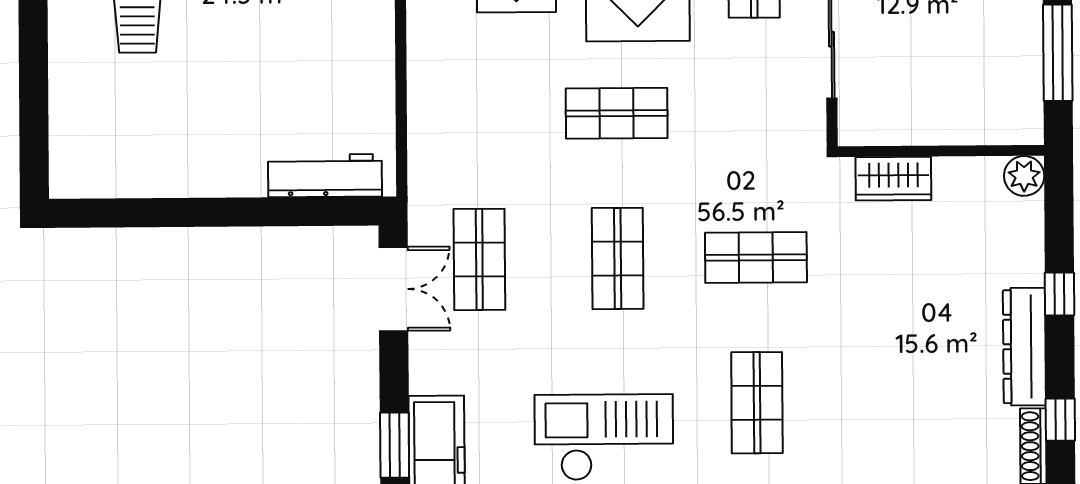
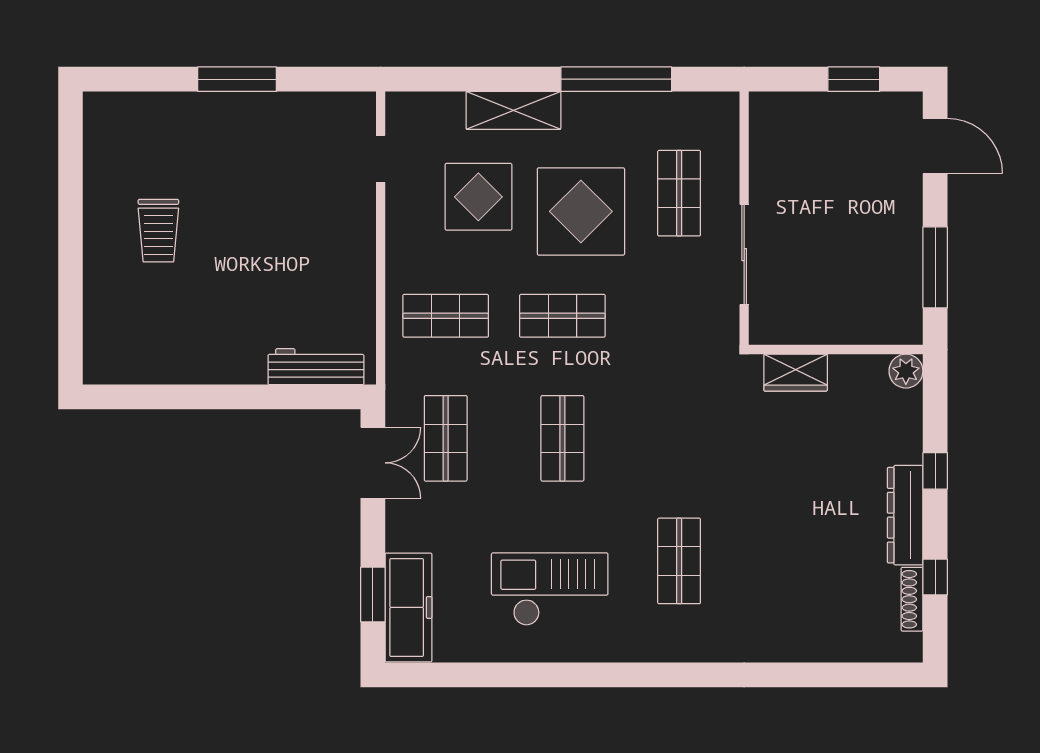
shop shelf: (756, 257) -> (446, 316), moved

